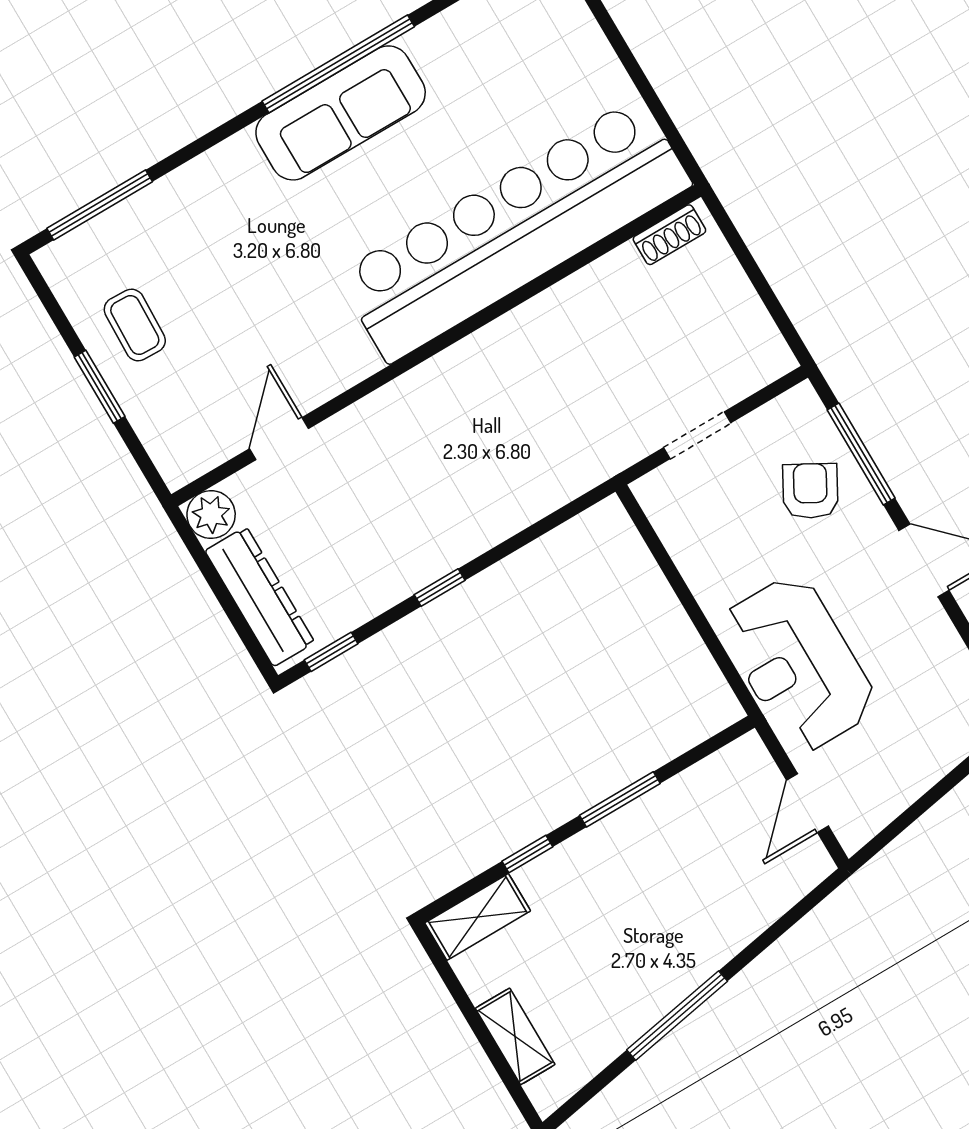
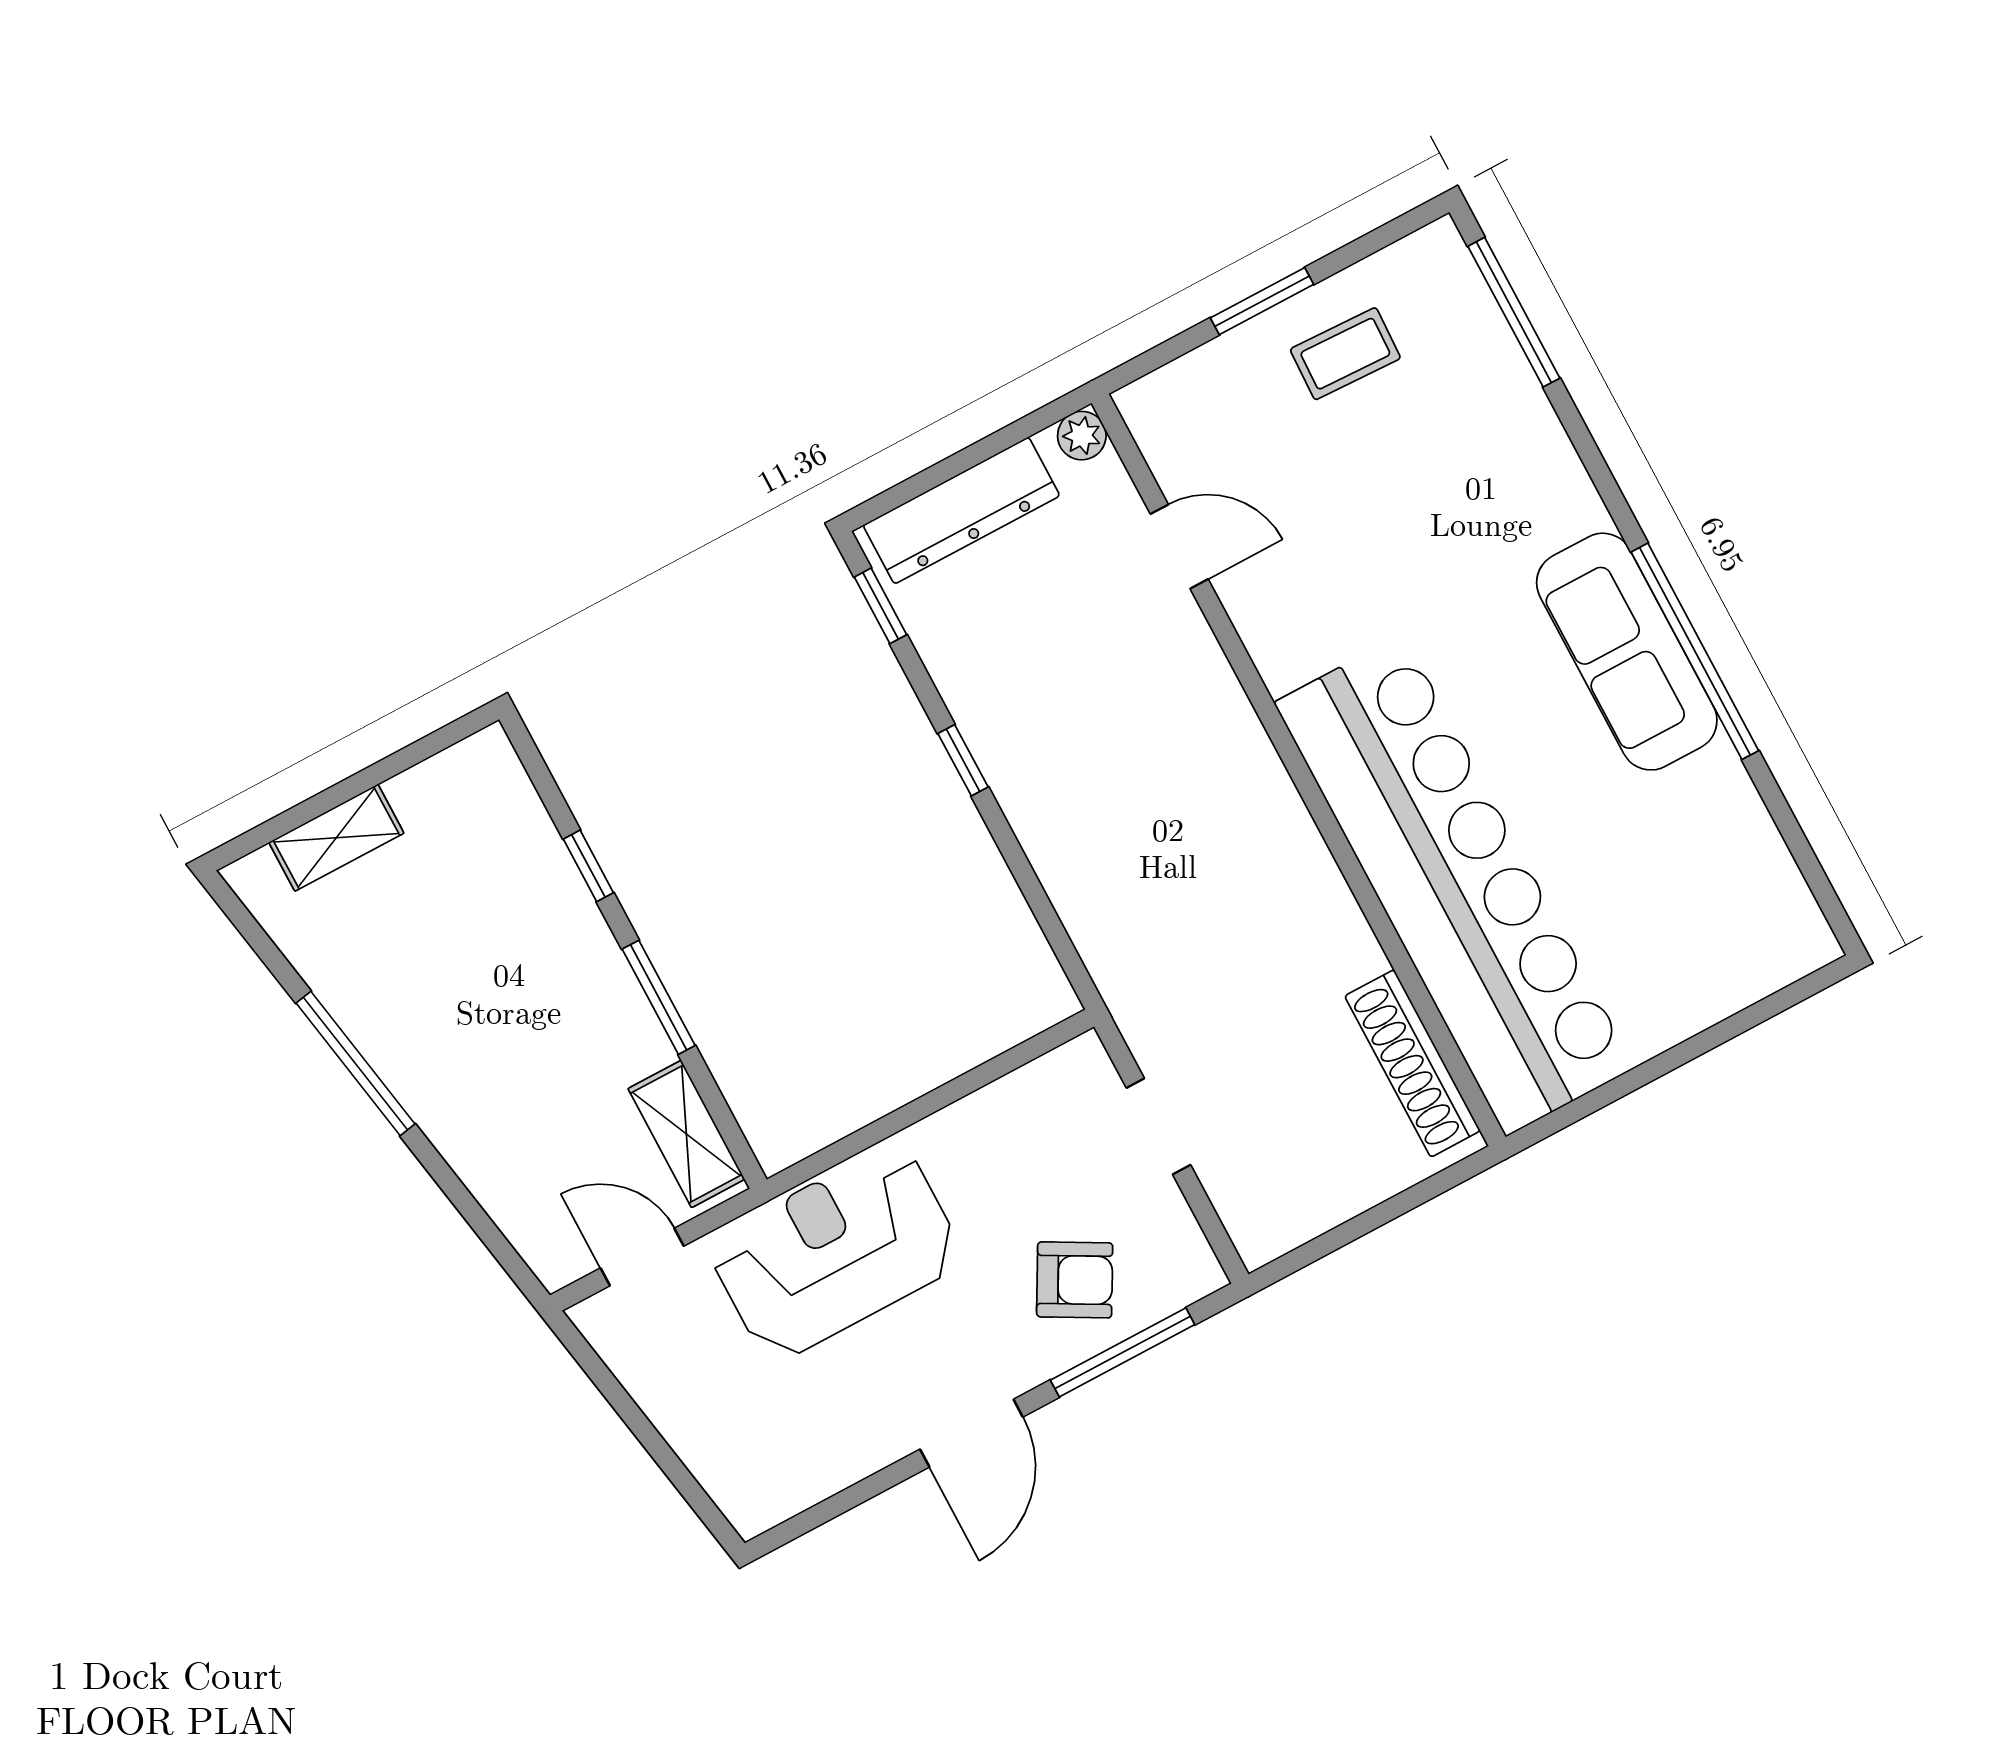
shoe rack: (669, 235) -> (1412, 1063), width x1.94, depth x1.24
plant: (211, 515) -> (1082, 436), width x0.73, depth x0.73
shelving: (478, 917) -> (686, 1134), moved

